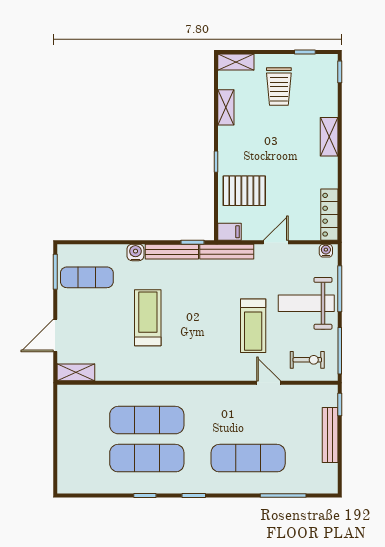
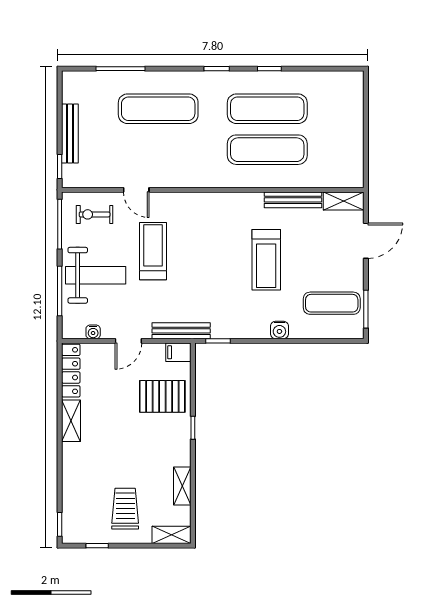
shelving: (329, 137) -> (71, 421), moved
water cooler: (326, 251) -> (93, 332), moved
bench: (172, 252) -> (293, 200), moved

